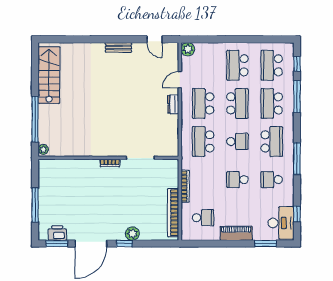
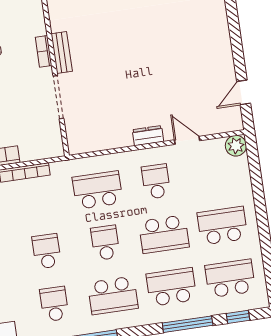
bench: (118, 47) -> (62, 53), moved
school desk: (203, 103) -> (156, 181), width x0.54
school desk: (237, 141) -> (105, 243), turned 180

